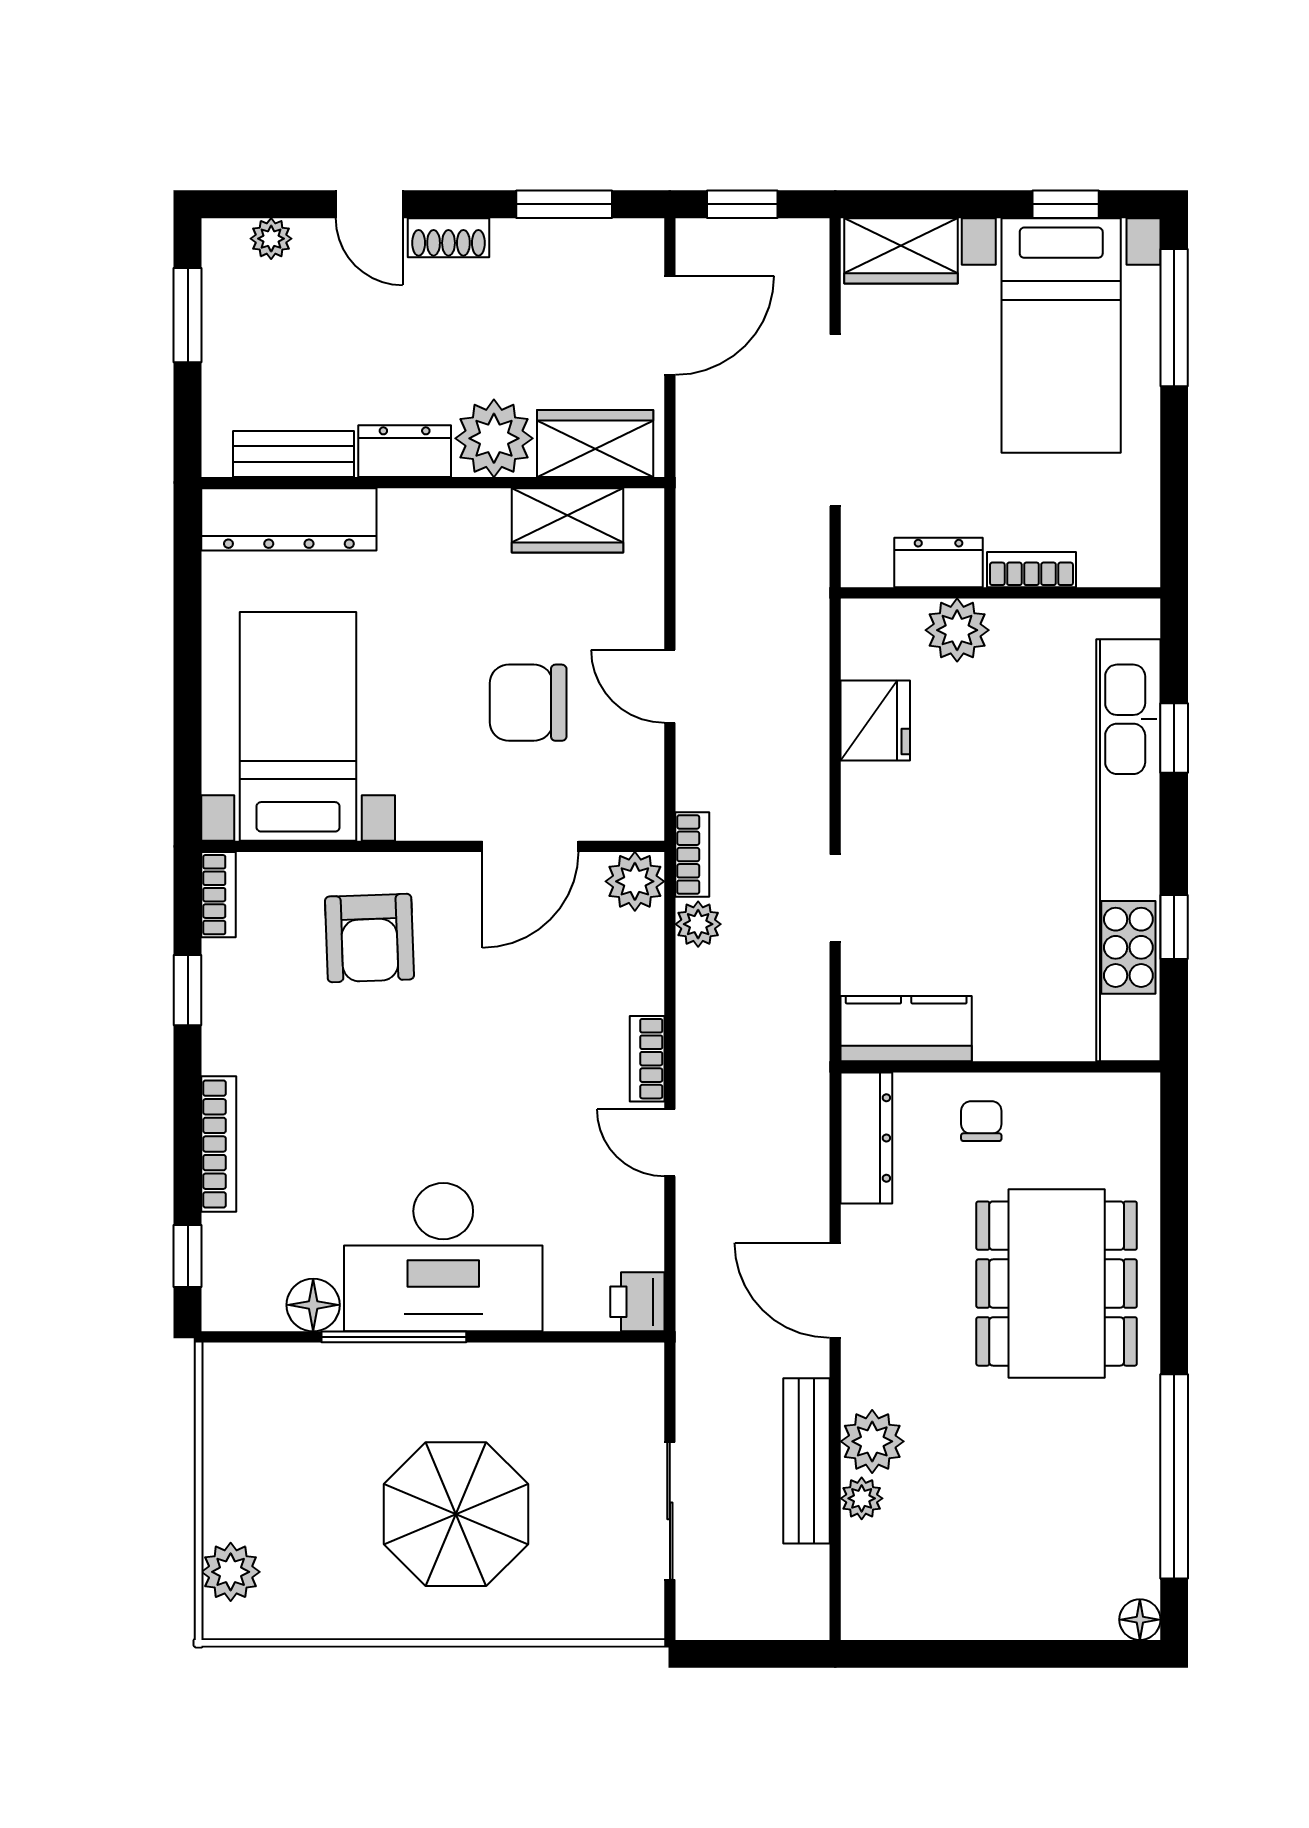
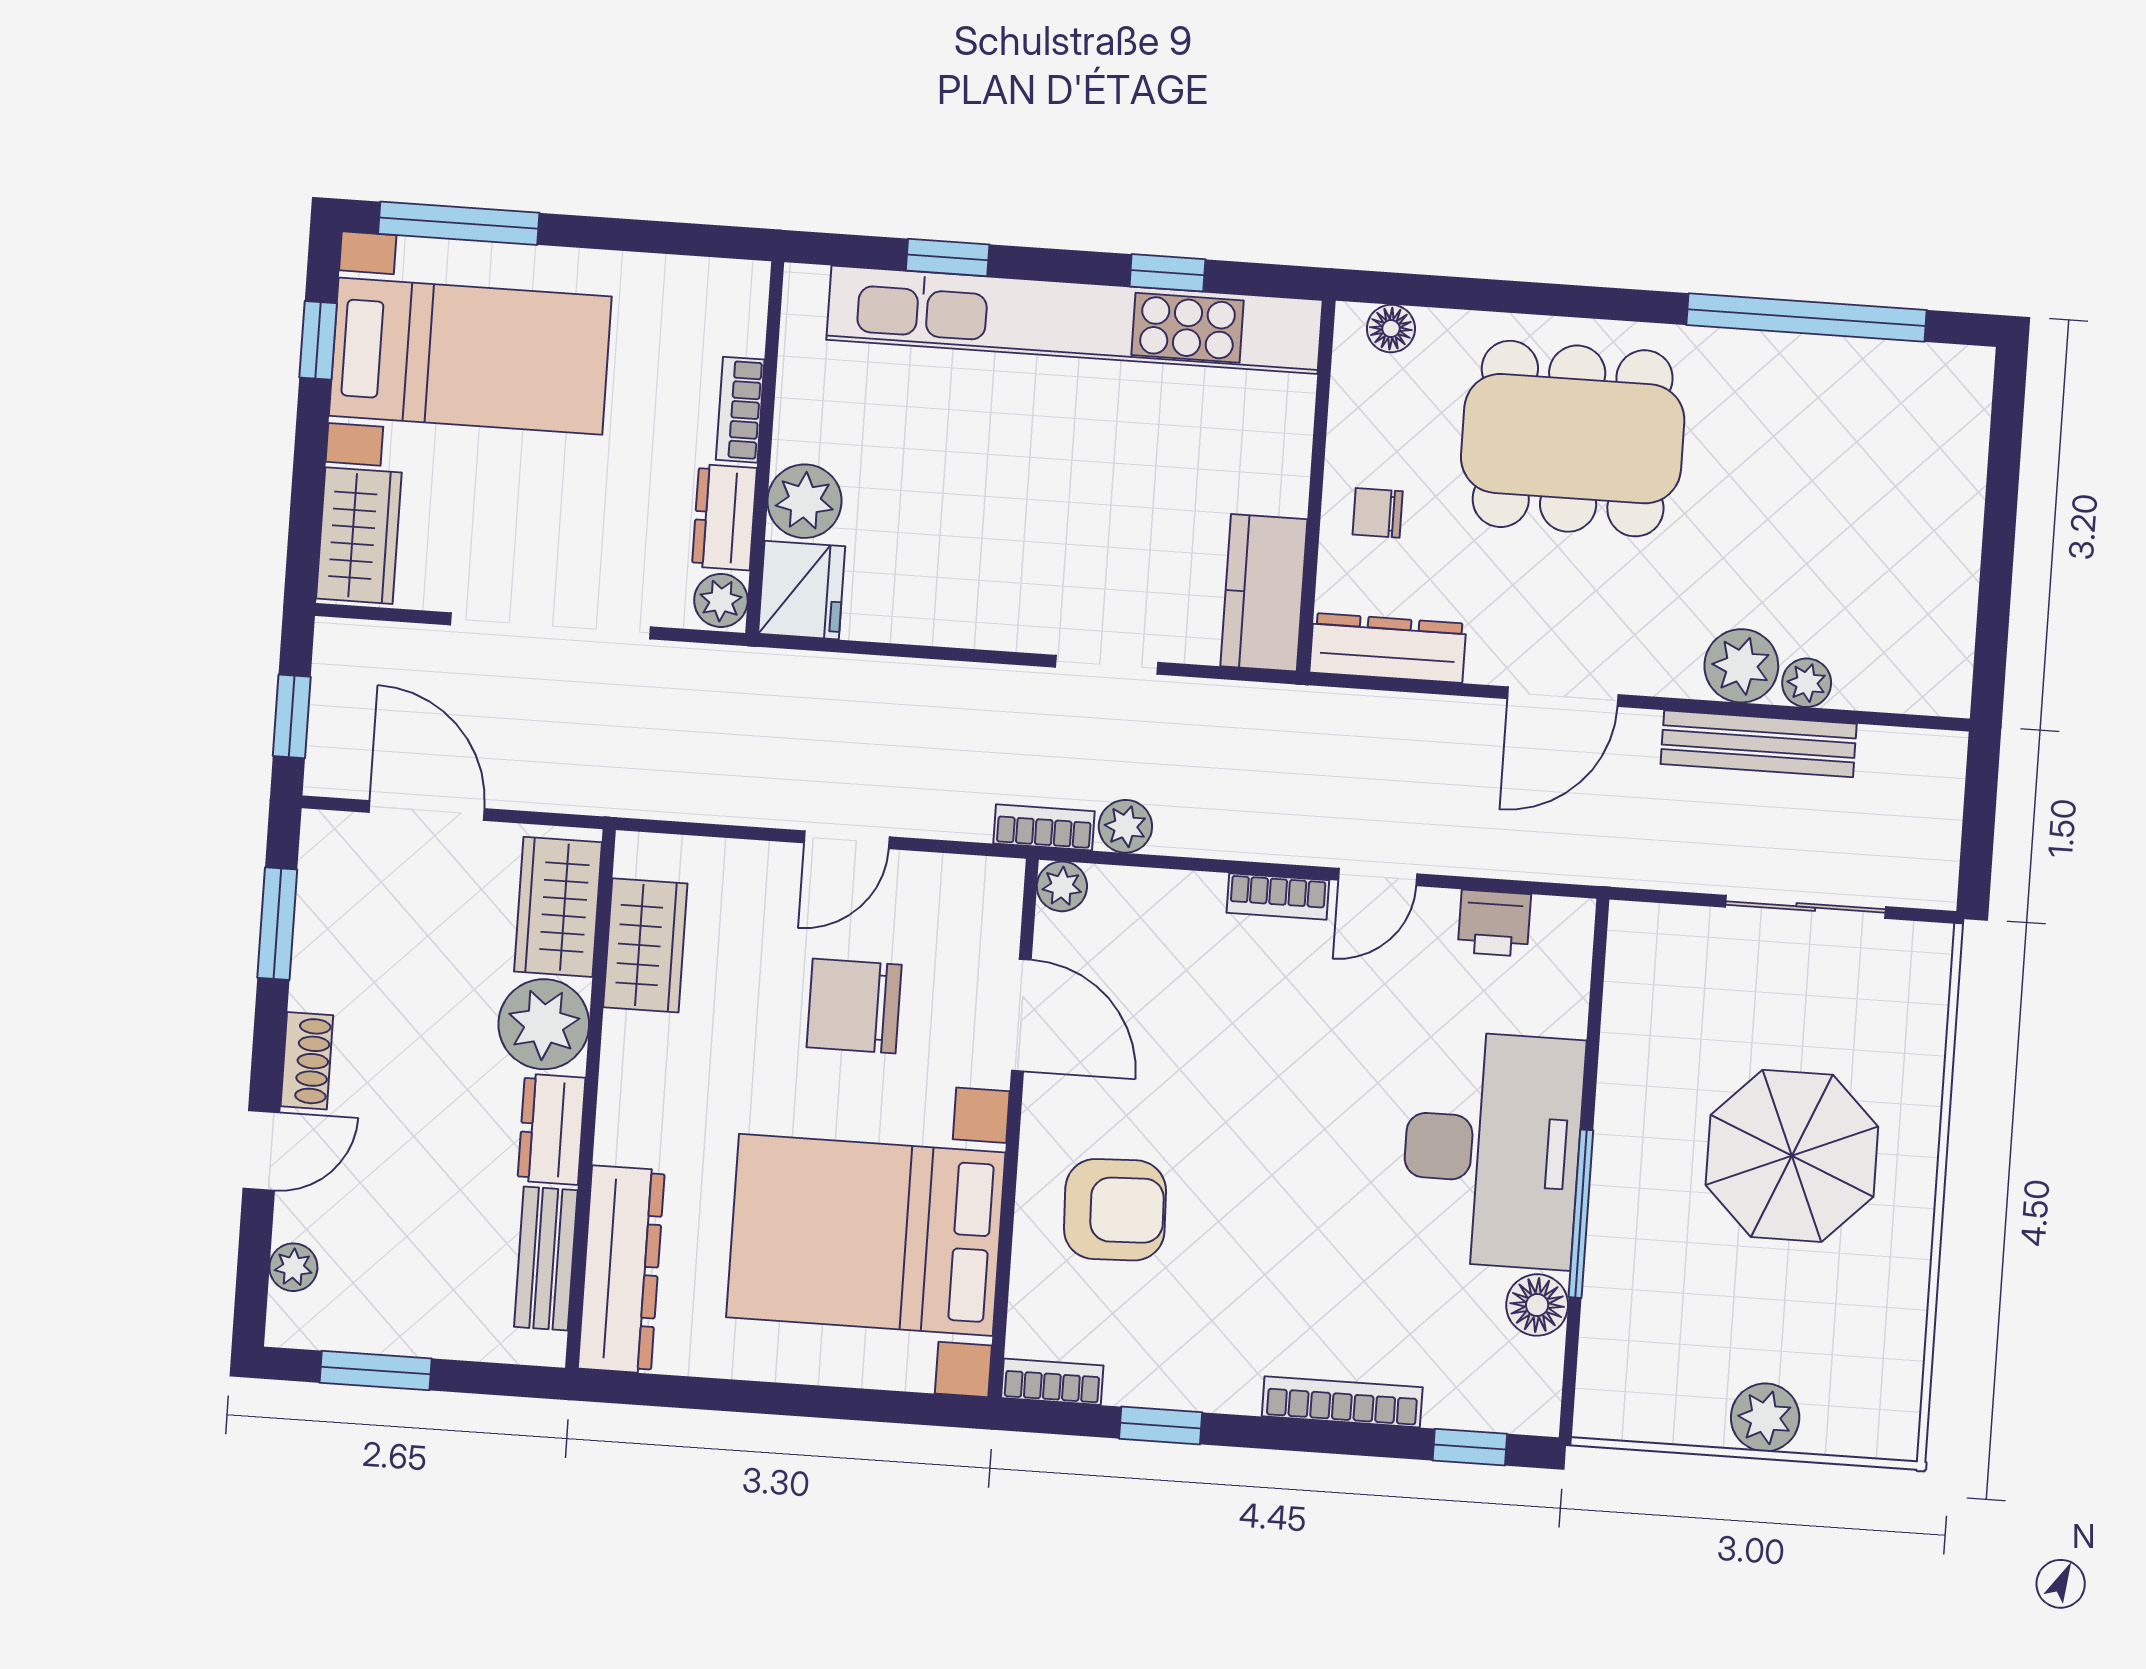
plant: (867, 564) -> (721, 600), added
chair: (528, 703) -> (854, 1006), turned 90
fridge: (875, 721) -> (802, 590), moved, turned 90
bed with nightstands: (298, 726) -> (866, 1235), width x1.36
plant: (635, 881) -> (1062, 886), width x0.73, depth x0.73
printer: (637, 1302) -> (1494, 923), moved
plant: (231, 1572) -> (1765, 1417), moved
floor lamp: (1140, 1620) -> (1391, 329), moved

